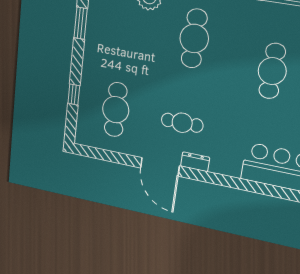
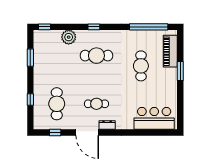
cafe table: (194, 39) -> (96, 56), turned 90
window: (108, 156) -> (55, 133), added

